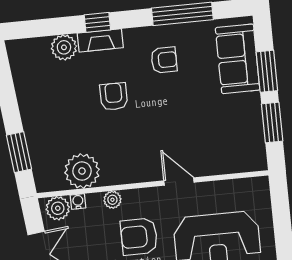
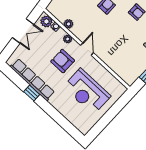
plant: (82, 171) -> (69, 24), width x0.53, depth x0.53
door: (179, 182) -> (87, 49), moved

